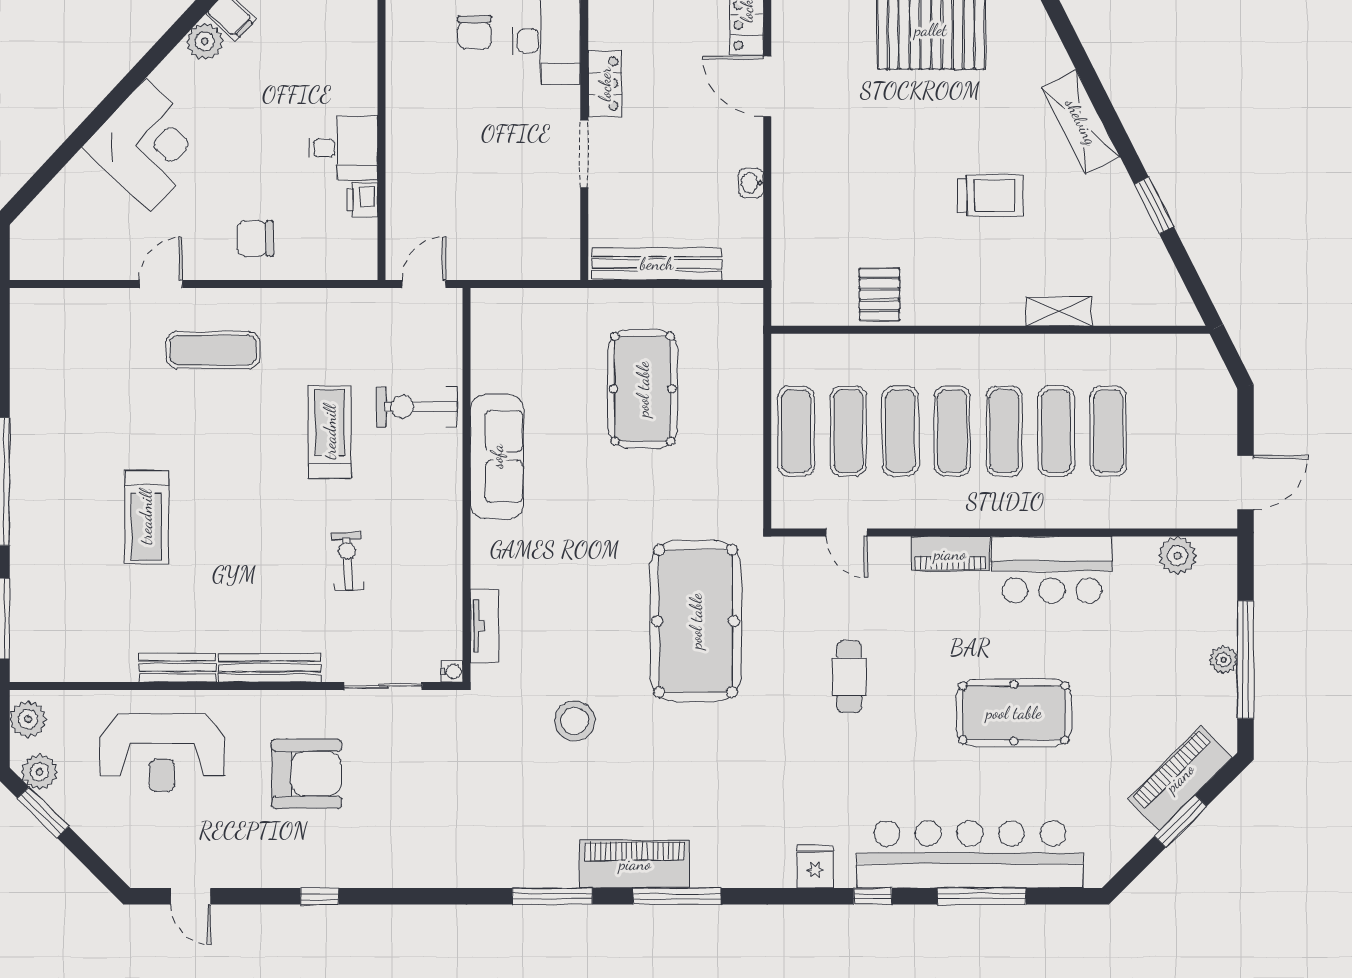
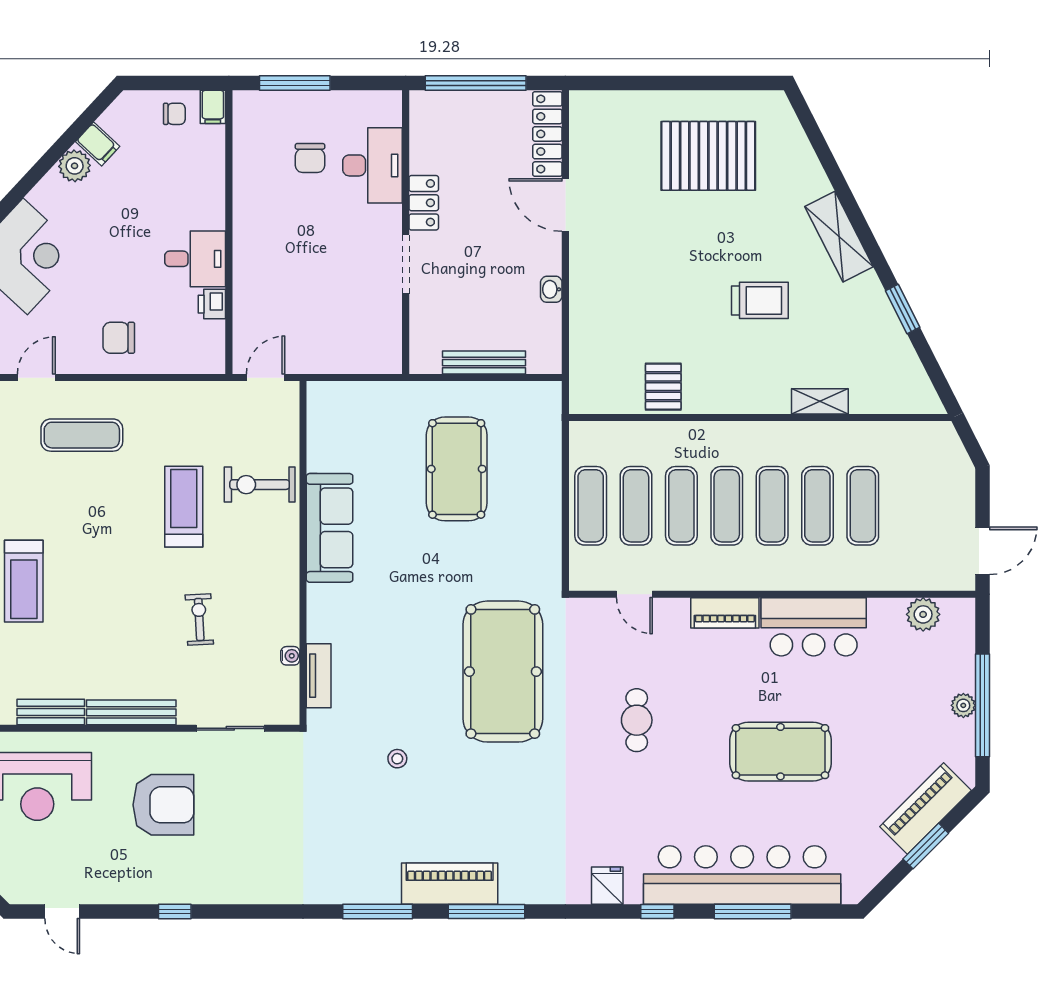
bench: (657, 264) -> (484, 363), width x0.73, depth x0.82
water cooler: (452, 671) -> (290, 656), moved
stool: (575, 721) -> (397, 759), width x0.53, depth x0.53

